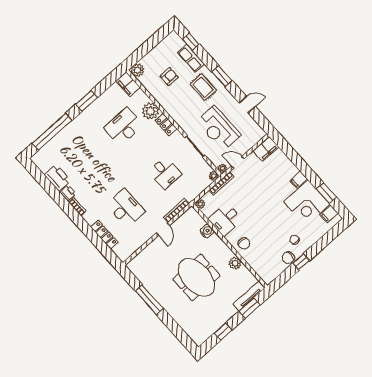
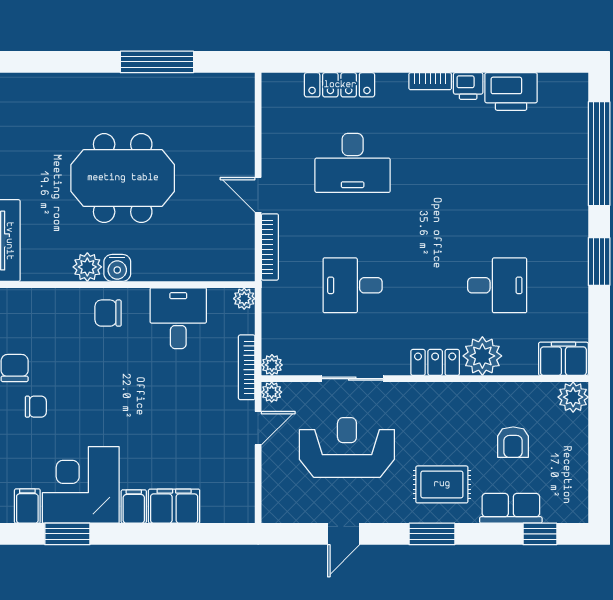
desk: (123, 127) -> (497, 285), width x0.73
filing cabinet: (266, 149) -> (174, 506), moved, turned 90
water cooler: (207, 231) -> (117, 268), moved

